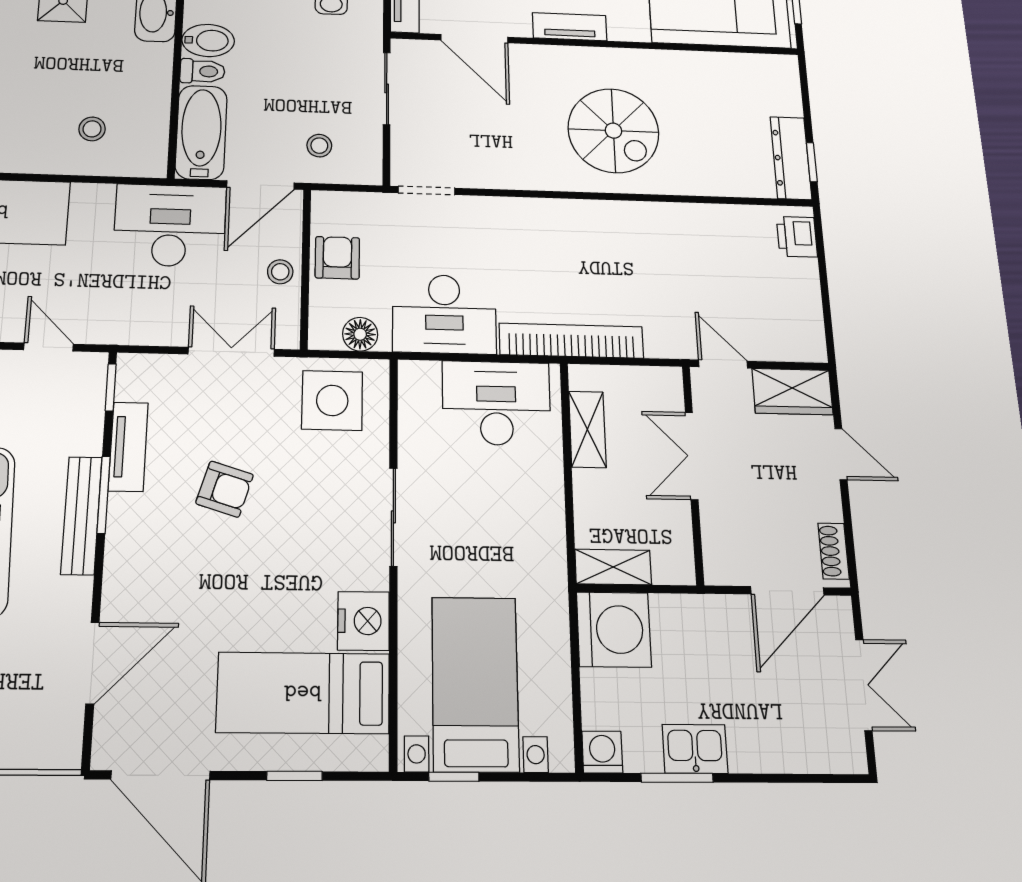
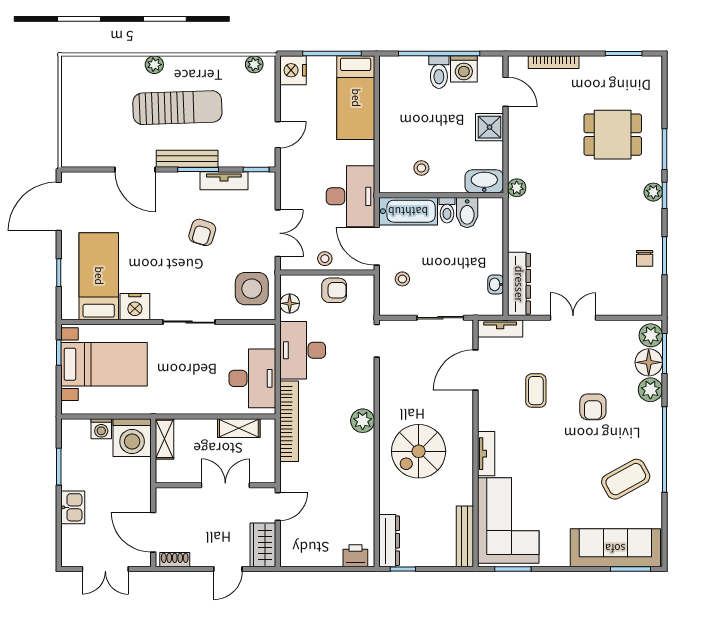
tv unit: (570, 27) -> (486, 454), moved
bench: (749, 66) -> (465, 536), added
stool: (92, 129) -> (421, 168), moved
dresser: (791, 158) -> (389, 541), moved, turned 90
plant: (565, 218) -> (363, 421), added
door: (93, 663) -> (135, 169), moved
kitchen sink: (695, 749) -> (73, 507), moved
washing machine: (602, 752) -> (101, 429), moved, turned 90

